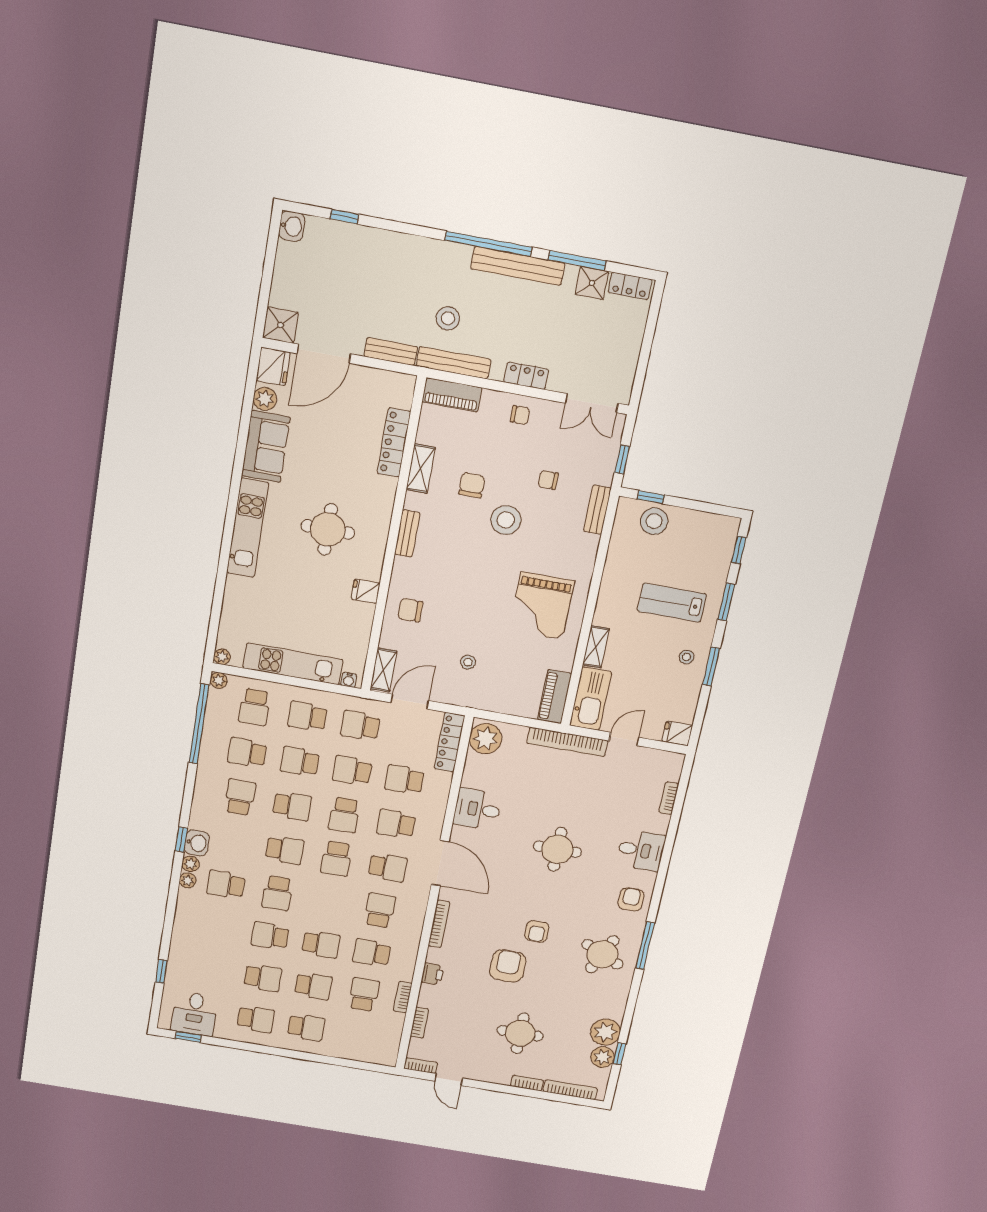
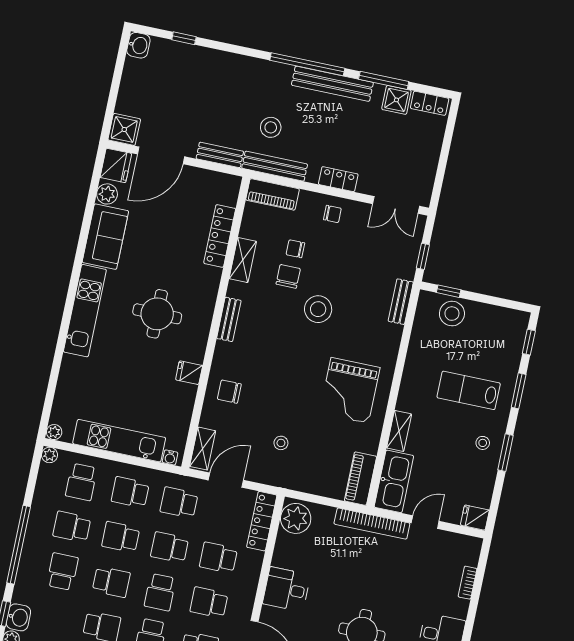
chair: (548, 480) -> (295, 249), moved
window: (199, 724) -> (19, 545), moved

